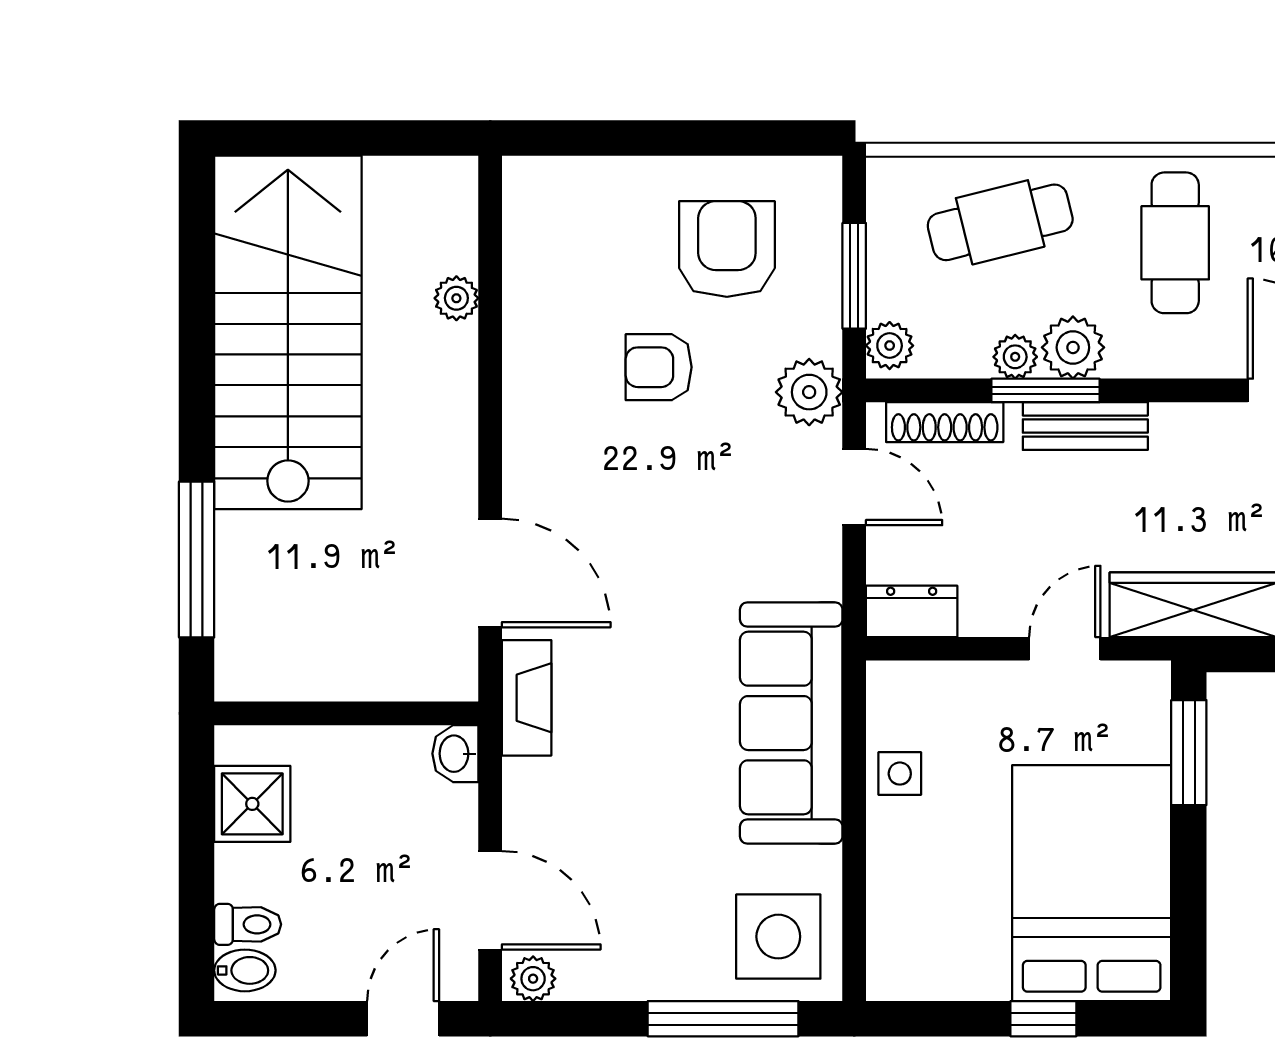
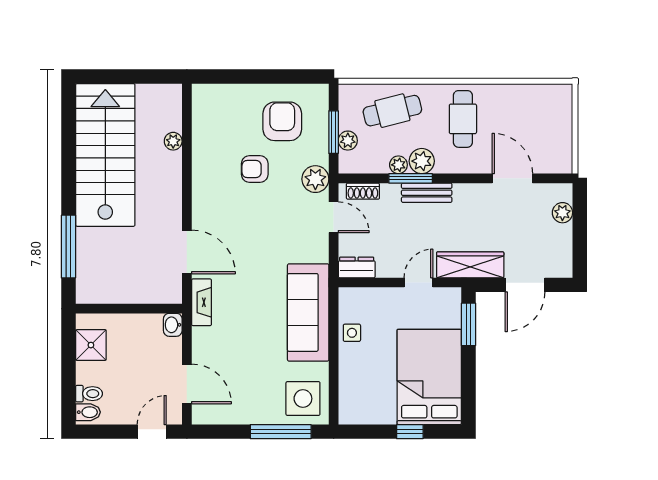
plant: (890, 346) -> (348, 141), moved
shoe rack: (945, 422) -> (363, 191), width x0.70
plant: (533, 979) -> (204, 415), removed

